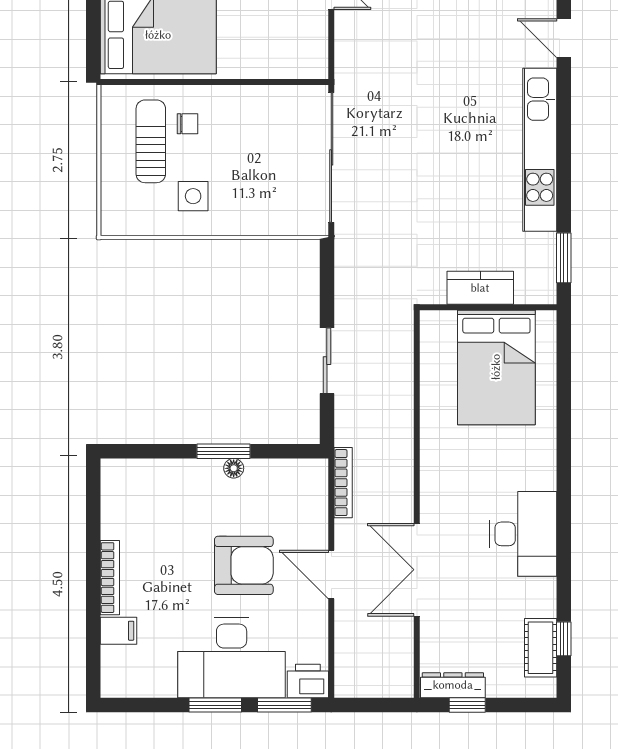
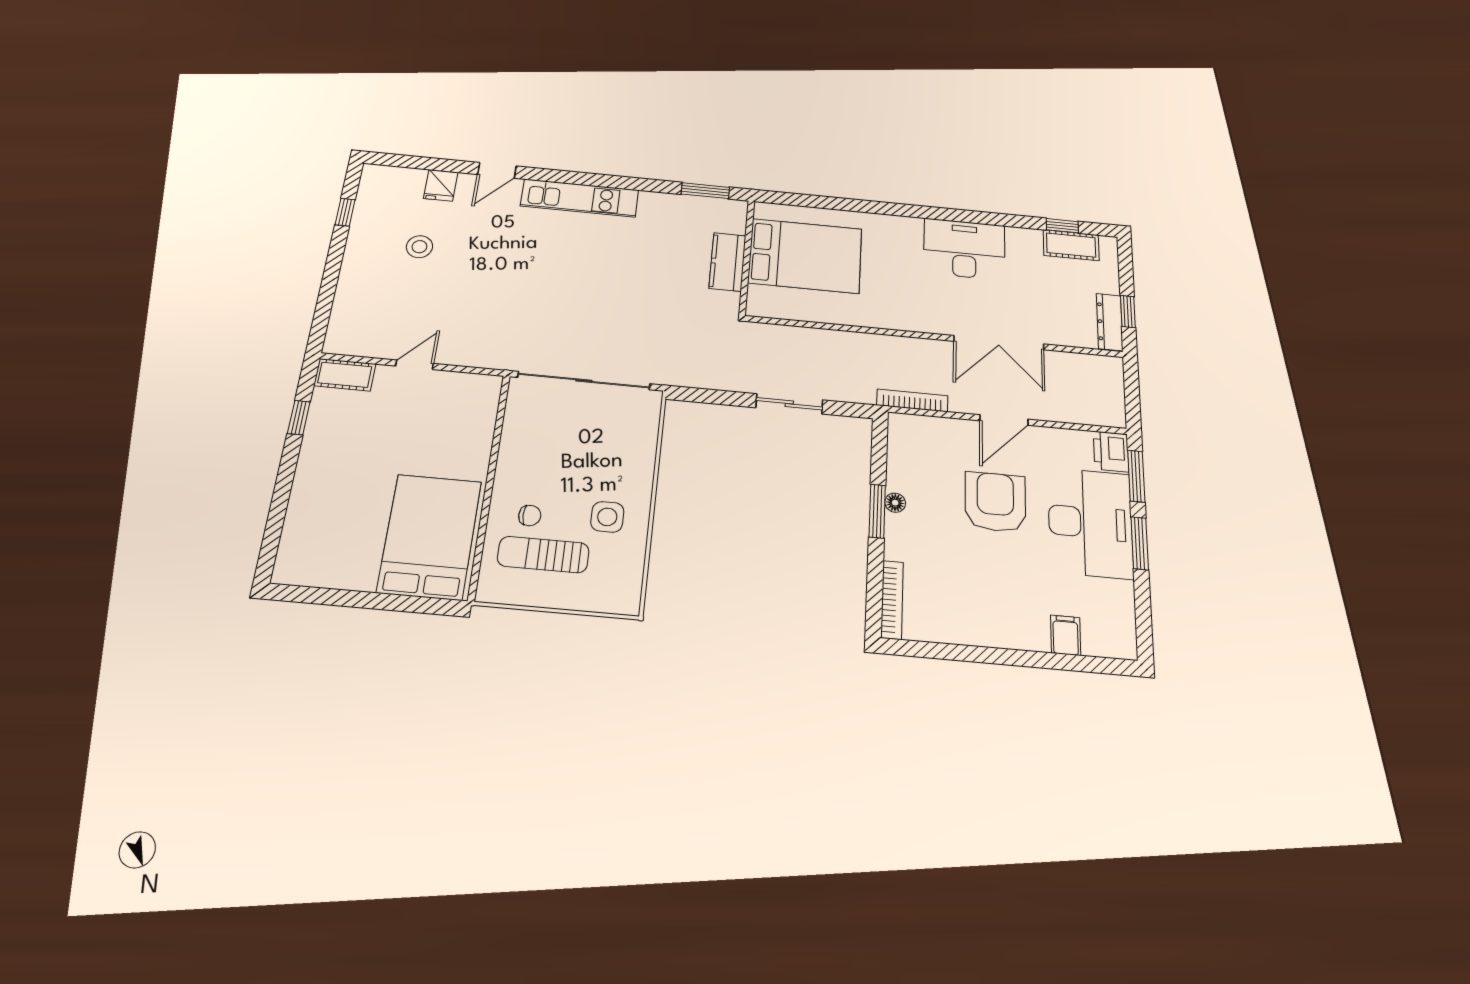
chair: (187, 124) -> (530, 516), turned 90
kitchen unit: (540, 150) -> (580, 198), width x0.73
bookcase: (110, 578) -> (892, 600), moved, turned 90

